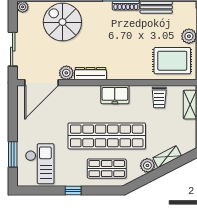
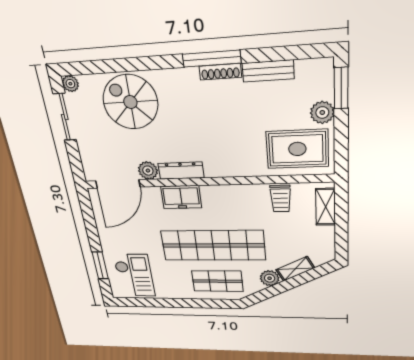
sliding door: (13, 49) -> (65, 117), moved
freezer: (115, 95) -> (181, 197), moved
window: (73, 190) -> (179, 303), removed

